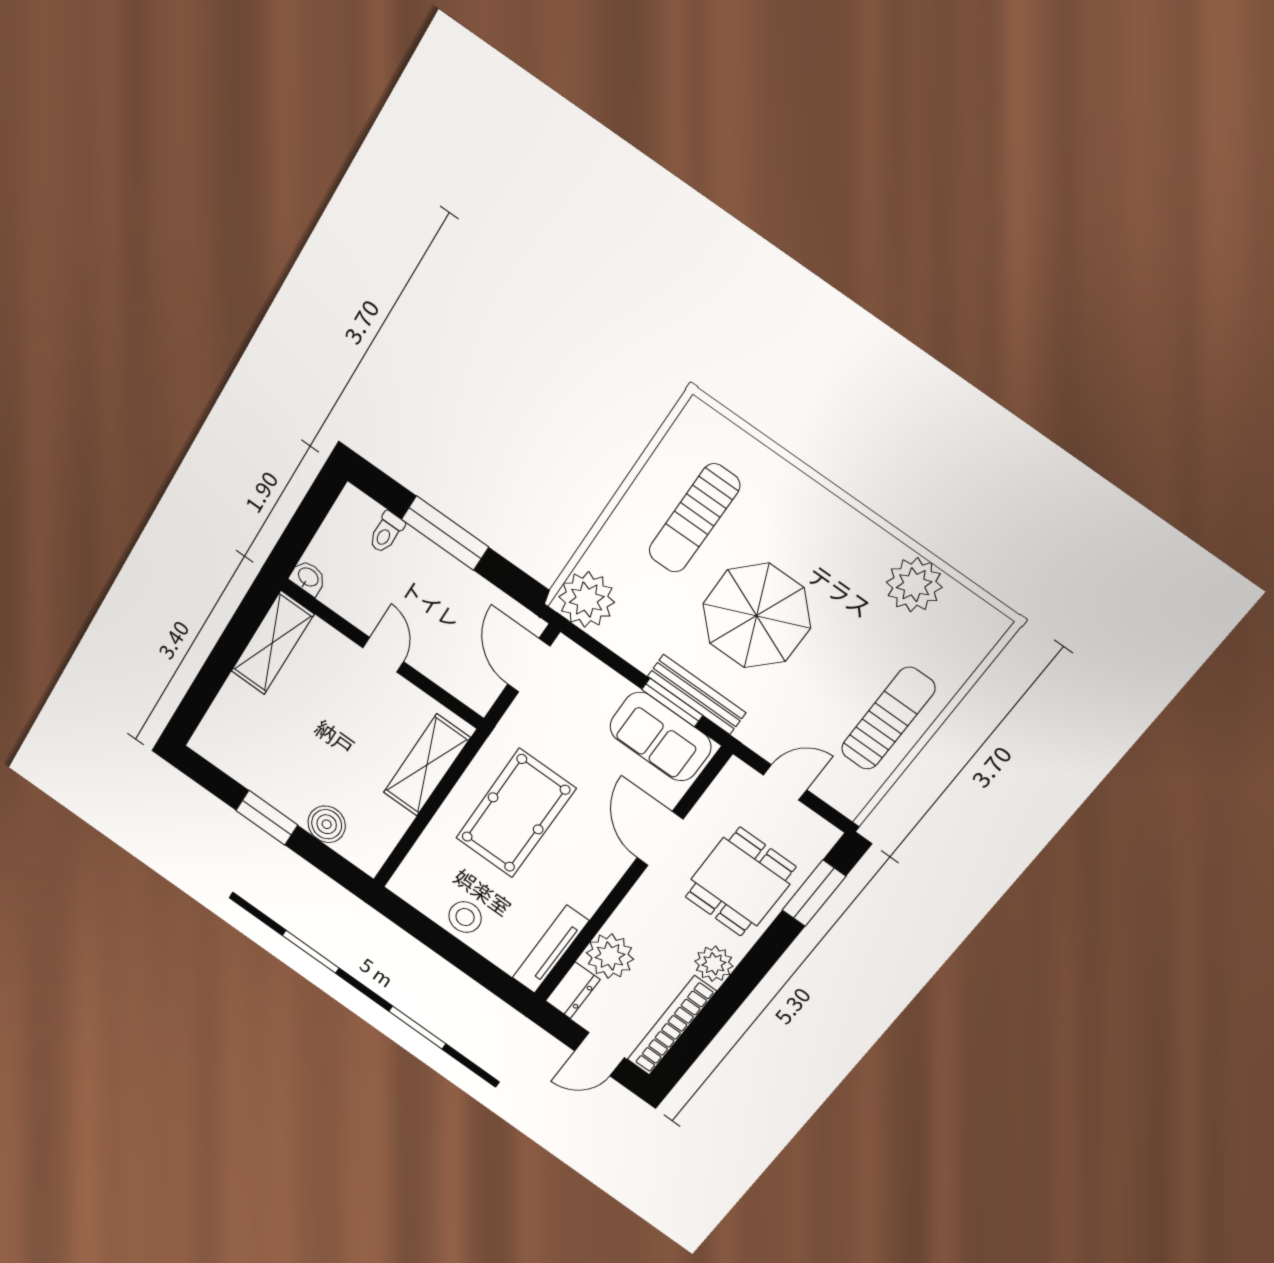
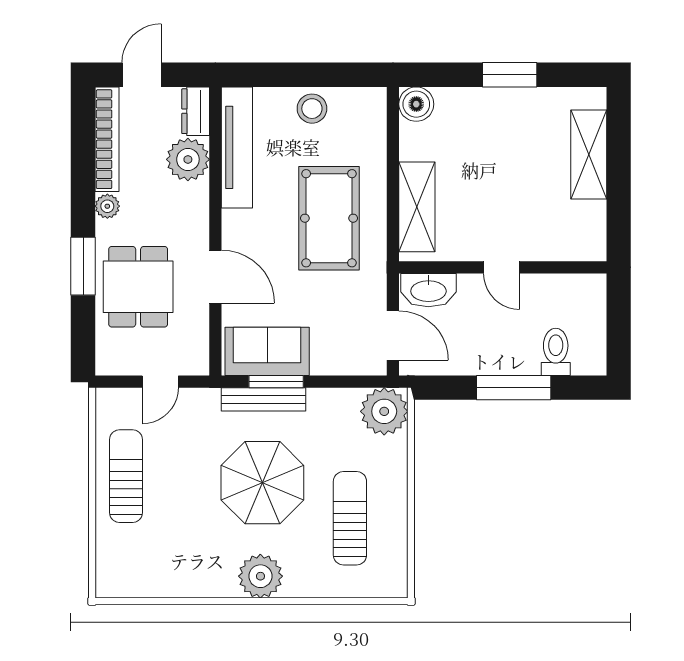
toilet: (386, 532) -> (556, 352), width x1.37, depth x1.39
washbasin: (308, 578) -> (428, 290), moved, width x1.91, depth x1.45
plant: (914, 585) -> (260, 576), moved
shelving: (272, 643) -> (589, 155), moved
sun lounger: (888, 719) -> (126, 476), turned 180
boiler: (327, 824) -> (416, 104), moved
window: (814, 893) -> (83, 266), moved
tv unit: (550, 949) -> (237, 147), width x1.36, depth x1.29
plant: (714, 964) -> (107, 206), width x0.73, depth x0.73

